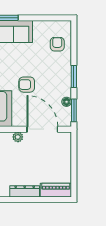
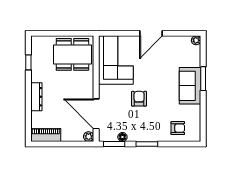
door: (42, 129) -> (96, 114), swing flipped
plant: (18, 137) -> (89, 137), moved
piano: (56, 190) -> (46, 135), moved, turned -90

